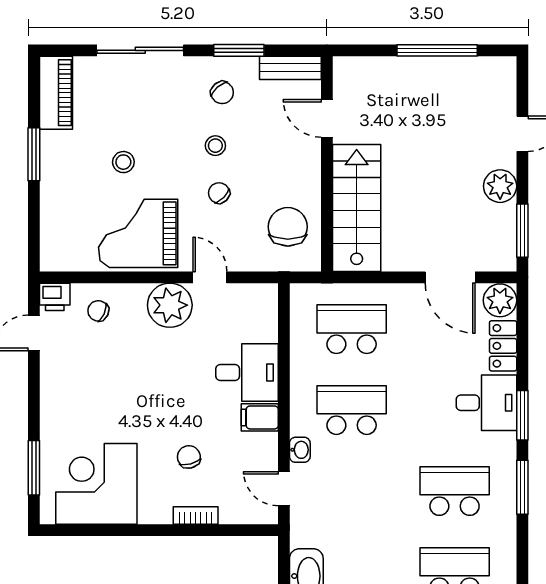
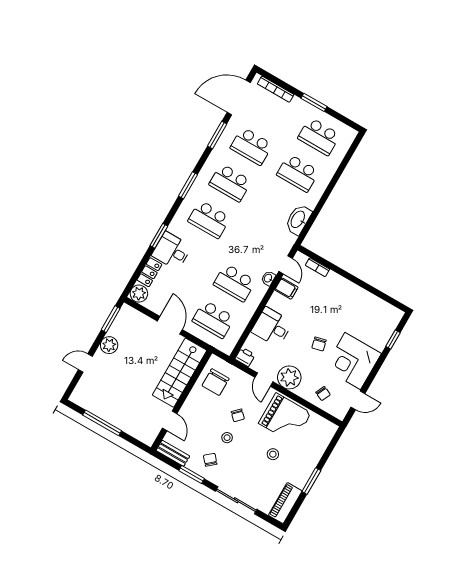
door: (450, 277) -> (170, 325), moved
printer: (55, 297) -> (245, 357), moved
filing cabinet: (260, 417) -> (286, 289), moved
chair: (189, 457) -> (319, 344), moved
window: (34, 468) -> (393, 340), width x0.67
corner desk: (96, 484) -> (353, 361), moved, turned 90
window: (522, 487) -> (188, 185), moved
bookcase: (196, 515) -> (318, 267), moved

